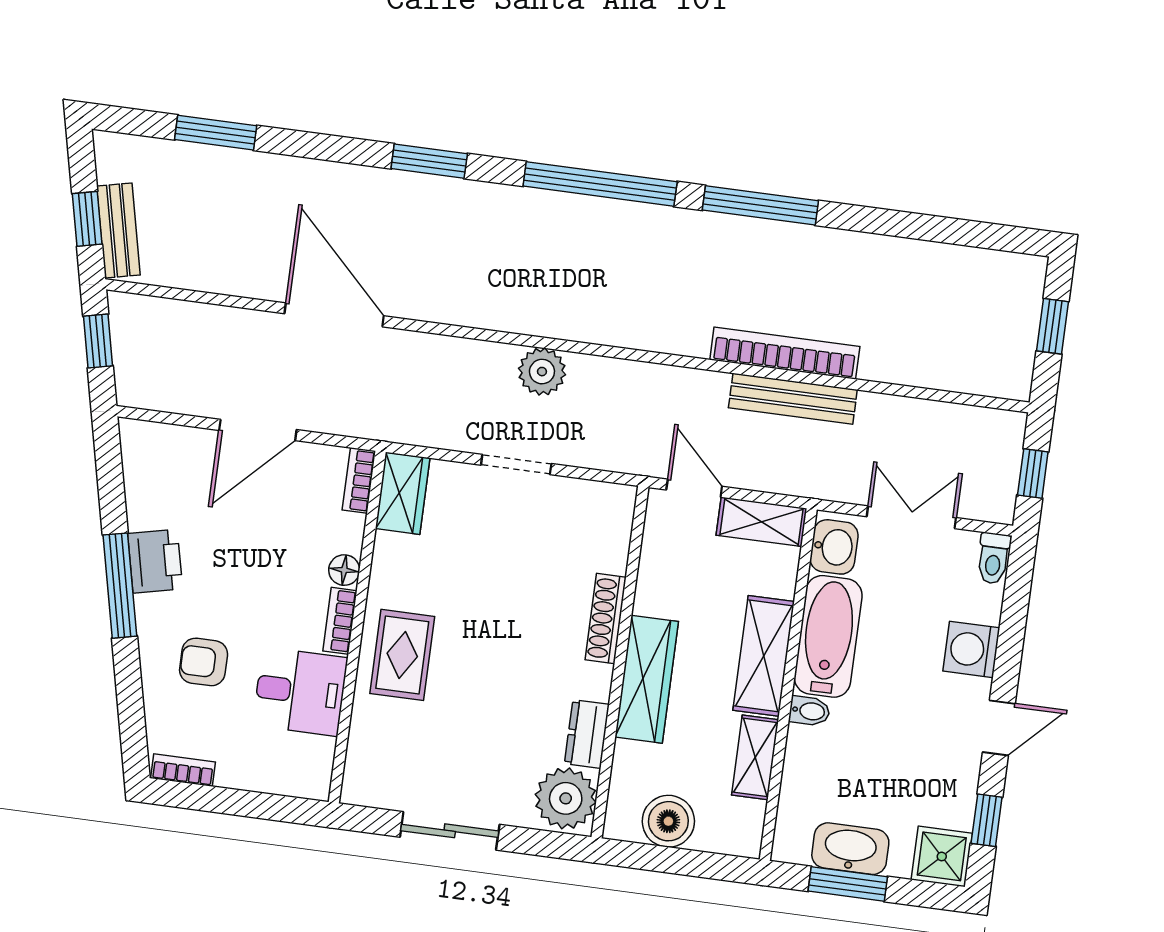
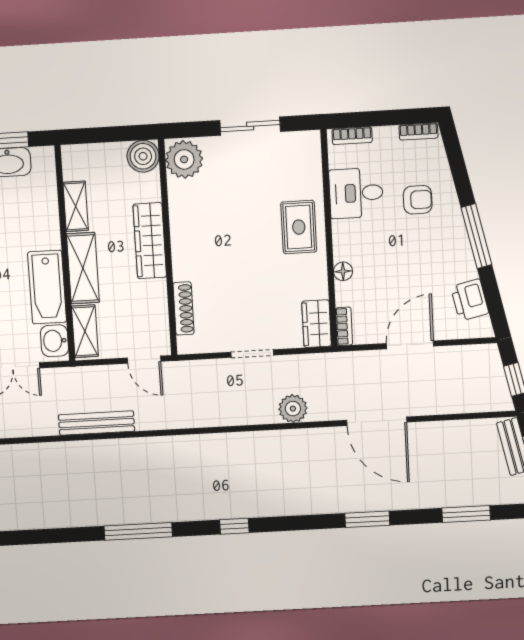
window: (429, 161) -> (367, 519), moved
window: (600, 184) -> (234, 526), width x0.32
bookcase: (785, 353) -> (107, 449), removed
plant: (542, 372) -> (293, 409), moved
shelving: (761, 522) -> (85, 331), moved, turned 90
printer: (155, 561) -> (470, 300), moved
shoe rack: (606, 619) -> (183, 308), moved
bookcase: (340, 621) -> (352, 136), moved, turned 90
bidet: (809, 711) -> (49, 240), removed
dresser: (587, 734) -> (179, 201), removed
boiler: (668, 821) -> (143, 156), moved

